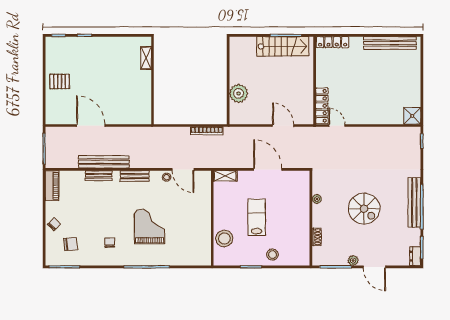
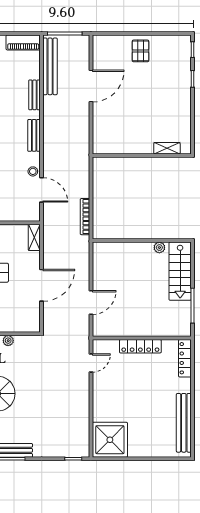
stairs: (283, 46) -> (180, 271), moved
plant: (239, 93) -> (159, 248), moved, width x0.53, depth x0.53
locker: (322, 106) -> (140, 346), moved
shower: (412, 116) -> (110, 440), width x1.86, depth x1.86
bench: (104, 162) -> (50, 66), moved
door: (183, 169) -> (42, 190), swing flipped

